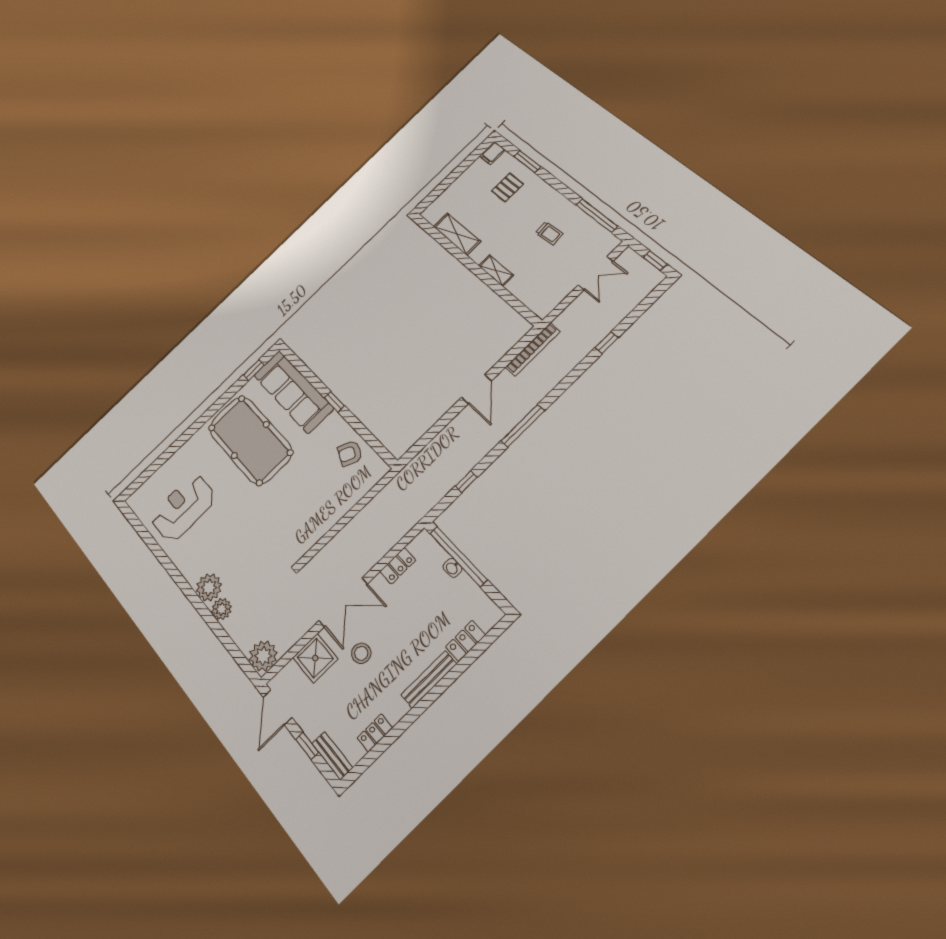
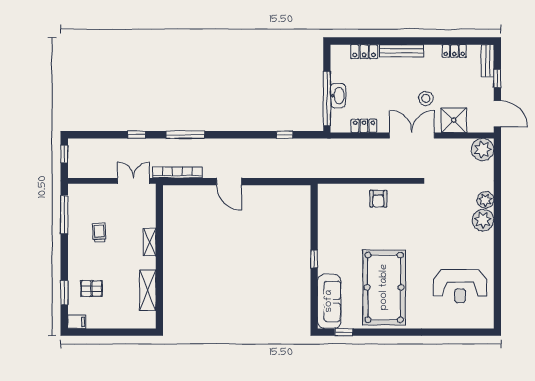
double door: (596, 273) -> (134, 181), moved
door: (477, 389) -> (229, 182), swing flipped
sofa: (293, 392) -> (329, 301), width x0.74, depth x0.79
window: (523, 426) -> (185, 135), moved
armchair: (350, 453) -> (378, 199), moved, turned 65
washbasin: (452, 568) -> (338, 96), width x1.91, depth x1.45
door: (278, 707) -> (497, 114), hinge flipped

